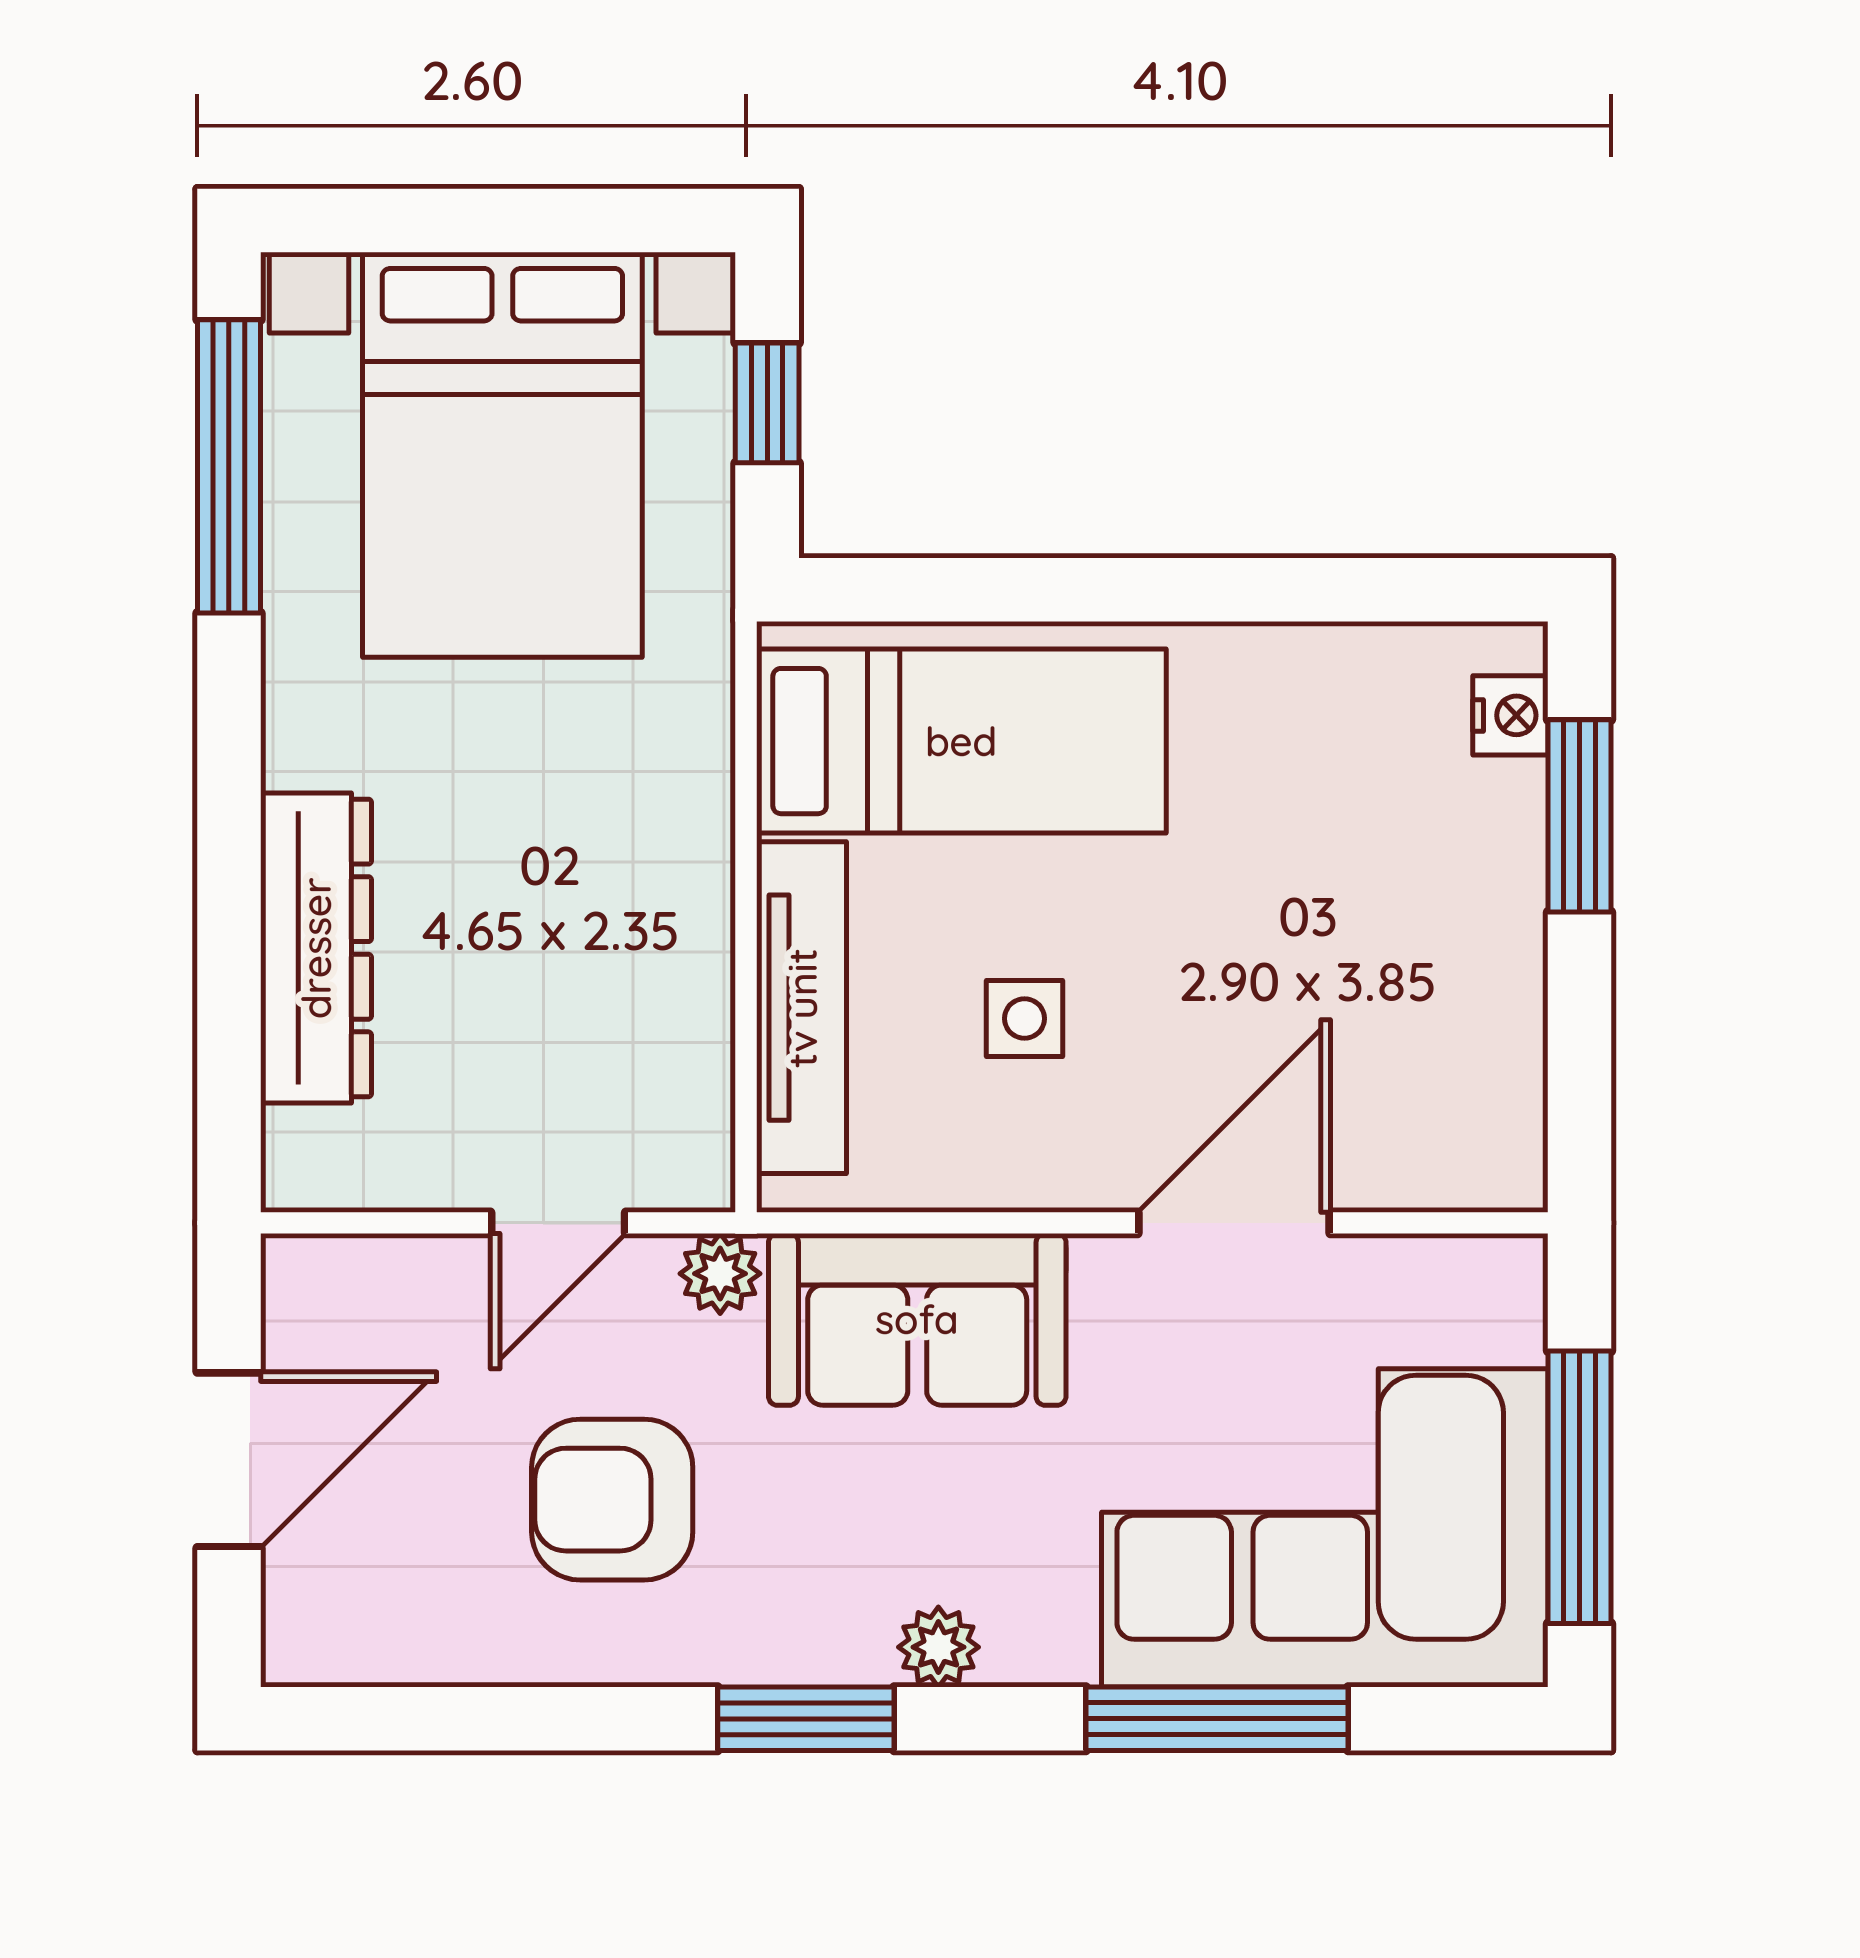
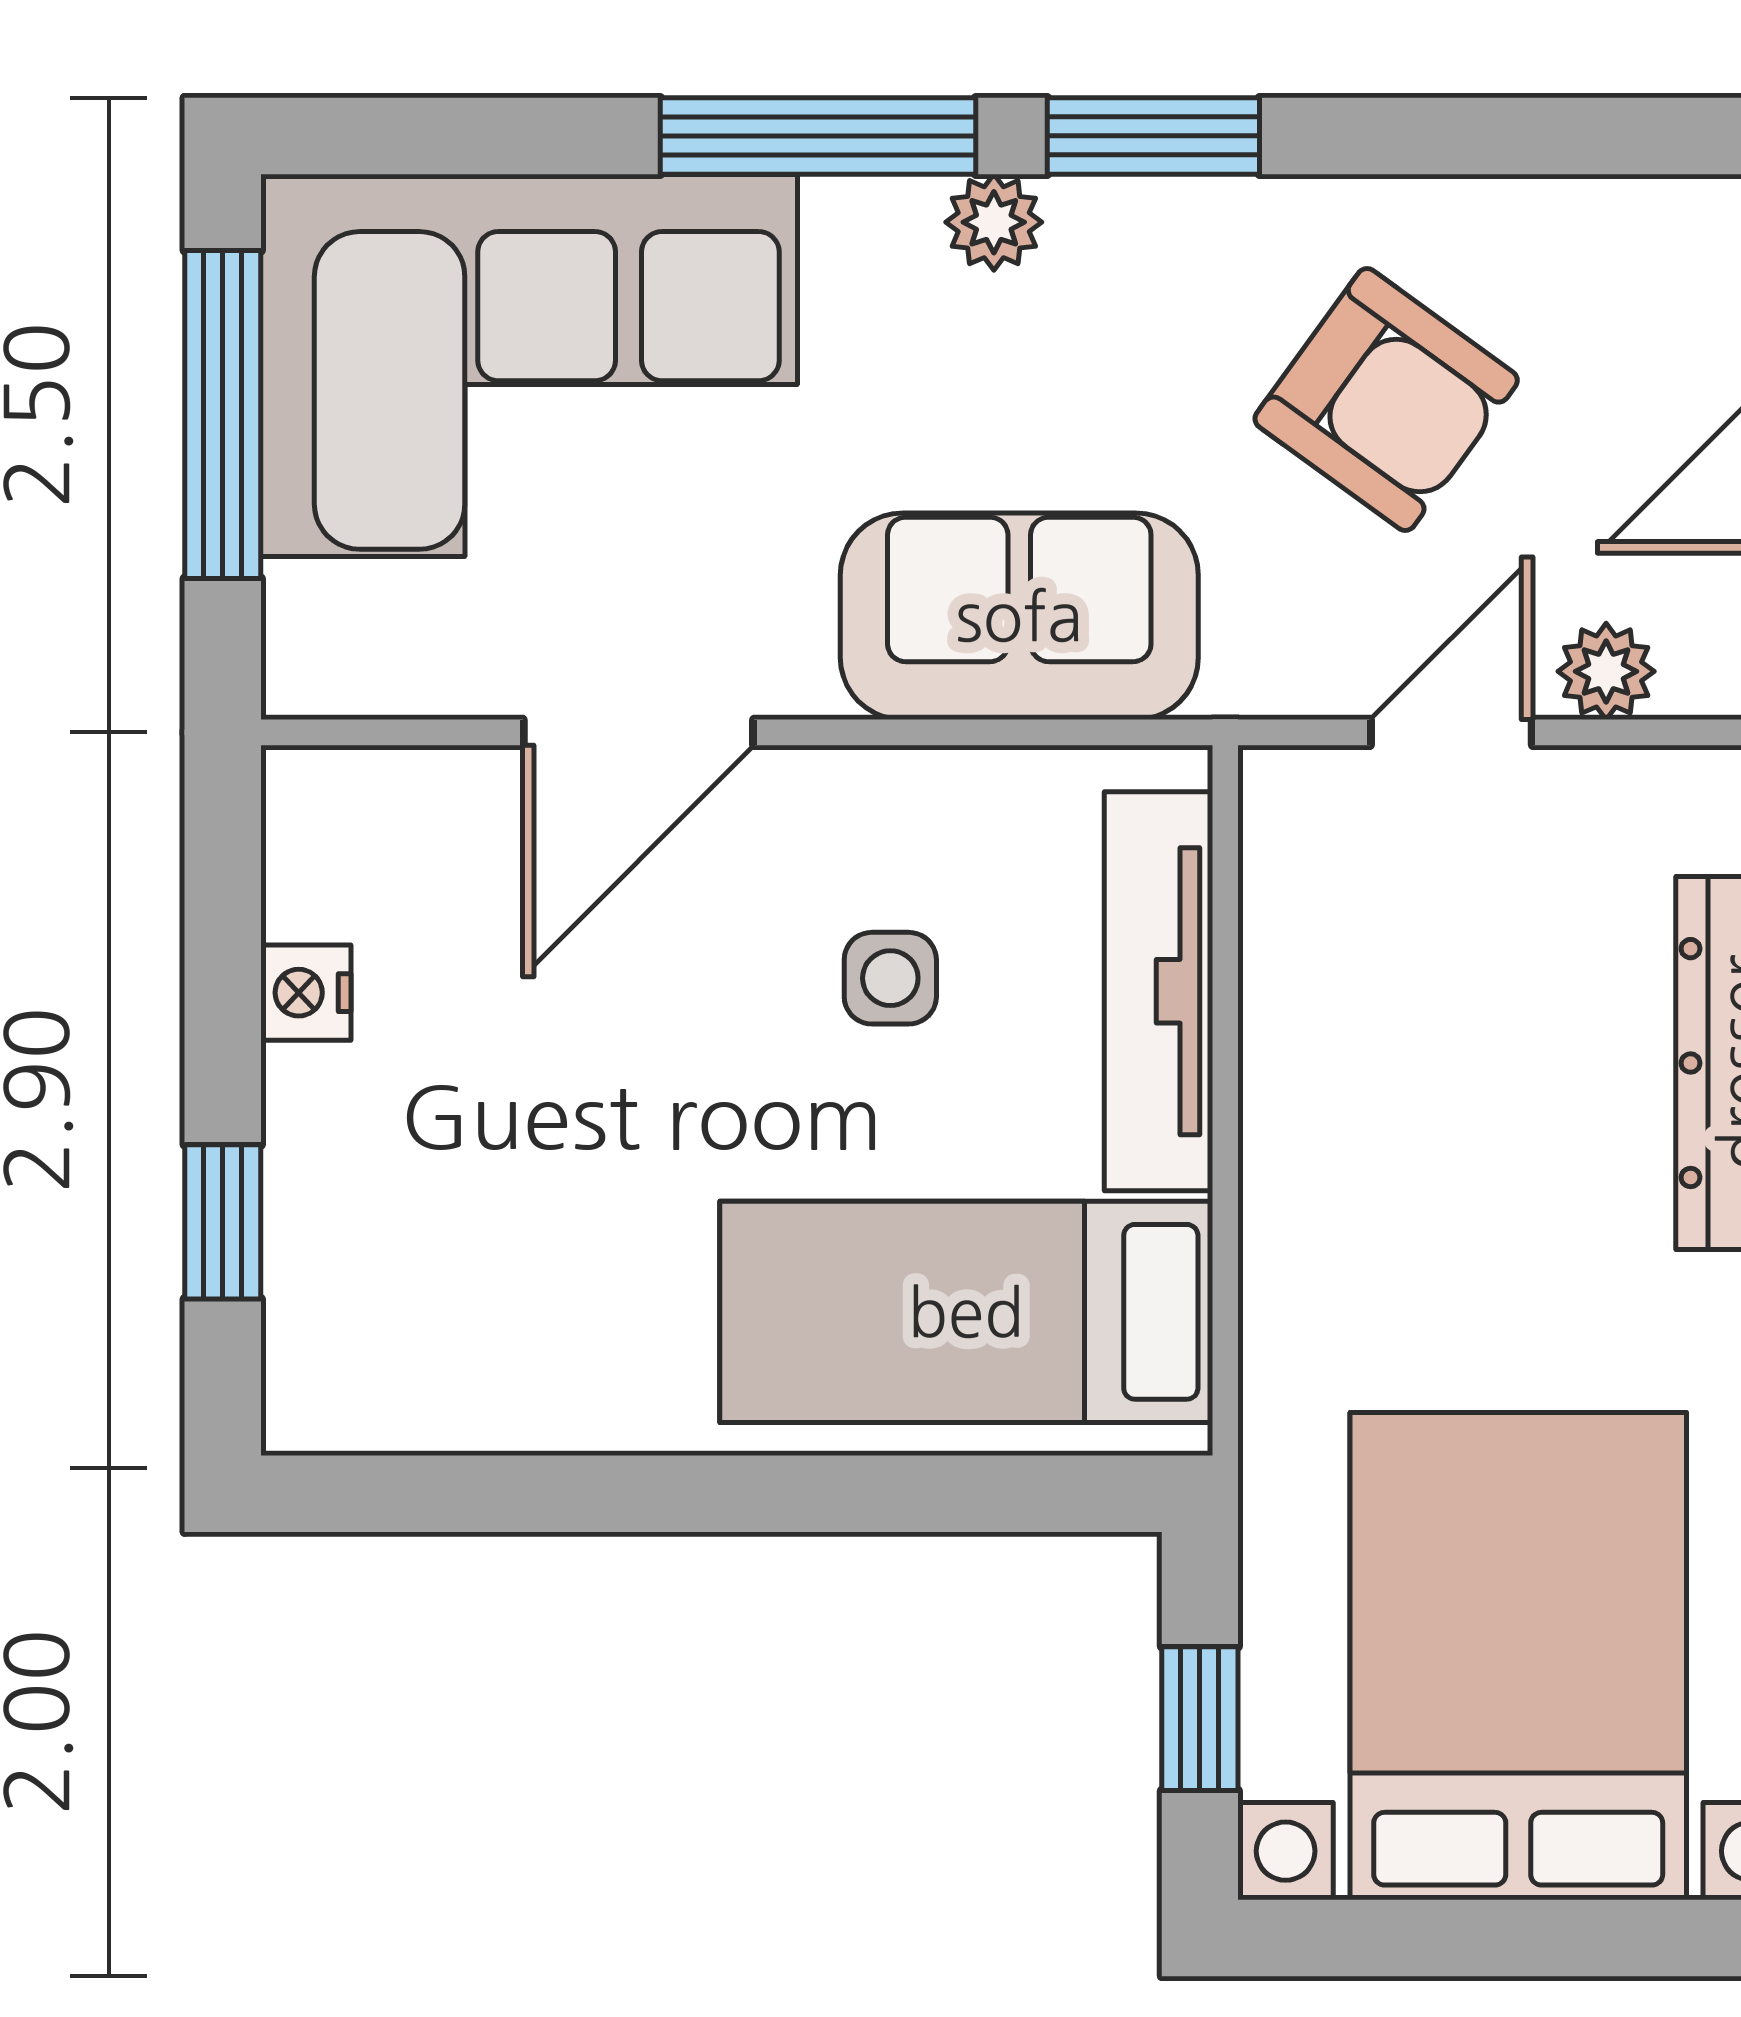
nightstand: (1510, 715) -> (306, 993), moved
window: (1580, 816) -> (223, 1222), width x0.67
plant: (720, 1274) -> (1606, 671), moved
armchair: (612, 1500) -> (1386, 400), turned 36
window: (1217, 1719) -> (818, 136), moved

